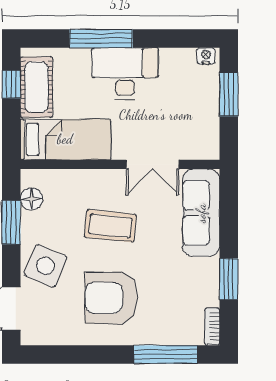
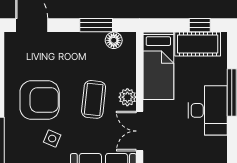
plant: (107, 181) -> (127, 97), added
side table: (45, 266) -> (52, 139), moved, width x0.54, depth x0.54
armchair: (111, 298) -> (40, 100), turned 90

